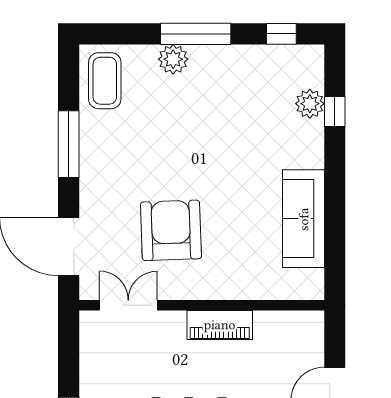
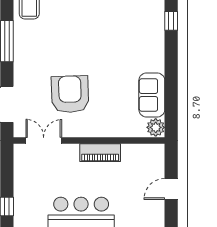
plant: (310, 104) -> (156, 127), moved
sofa: (304, 219) -> (152, 95), width x0.73

